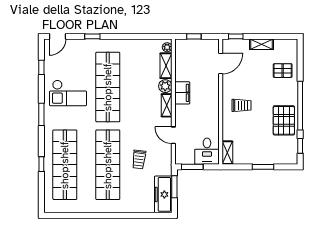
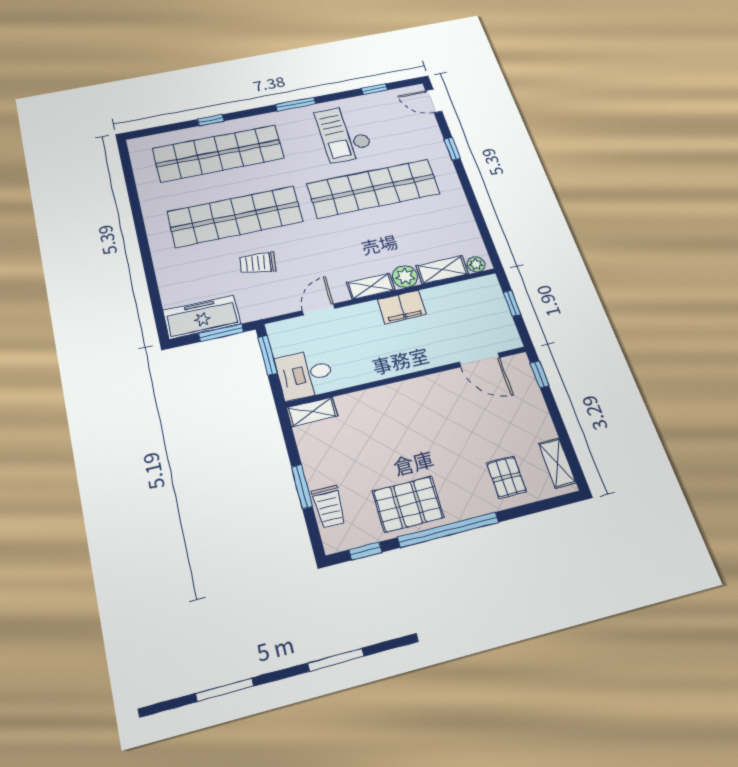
shelving: (262, 44) -> (557, 463), moved
trolley: (242, 105) -> (329, 507), moved

